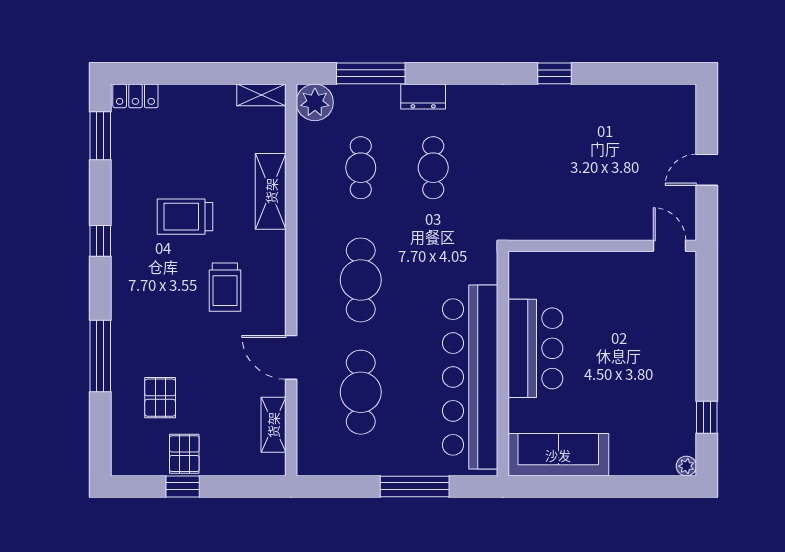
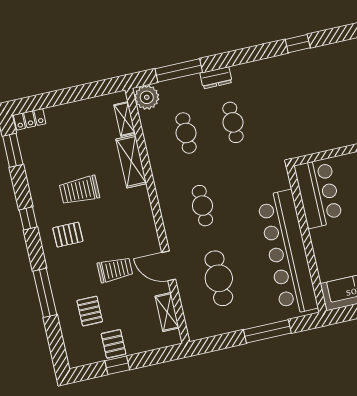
shelving: (261, 95) -> (124, 119), moved, turned 90
pallet: (153, 278) -> (68, 235), added
cafe table: (361, 280) -> (202, 206), width x0.73, depth x0.74
trolley: (225, 287) -> (115, 270), moved, turned -90
bar counter: (535, 348) -> (318, 193), moved

